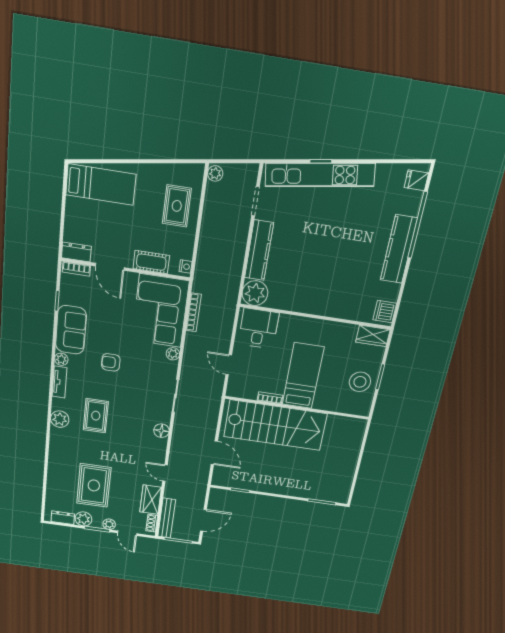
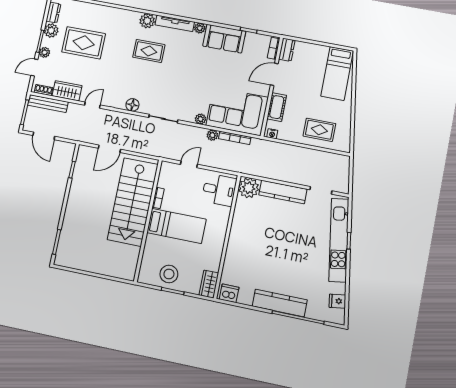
plant: (215, 173) -> (212, 135), moved
fridge: (416, 180) -> (337, 301), moved, turned -99
armchair: (111, 362) -> (195, 68), removed
tv unit: (59, 382) -> (175, 23), width x1.41

